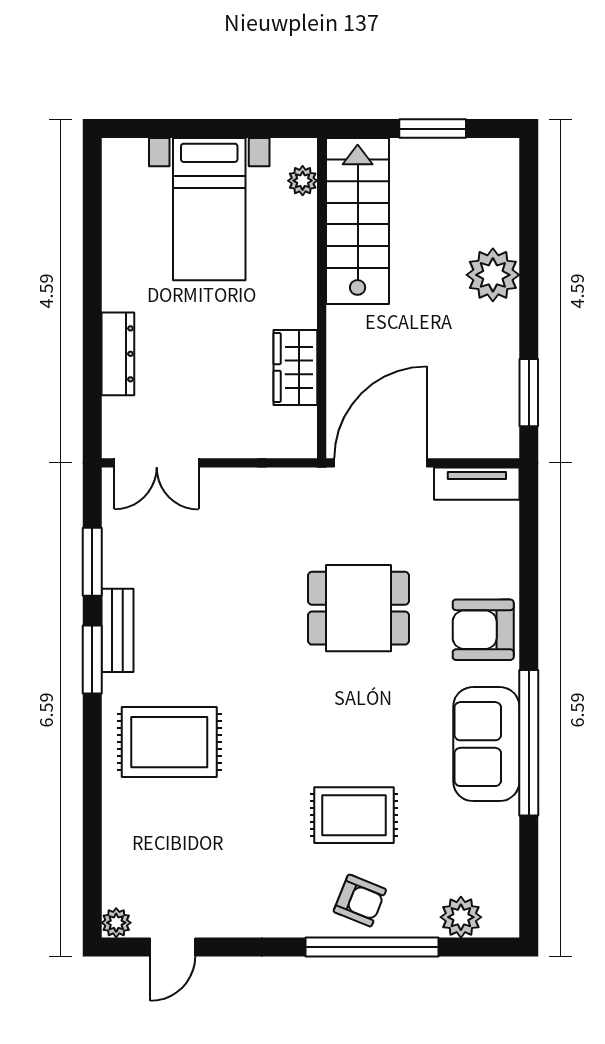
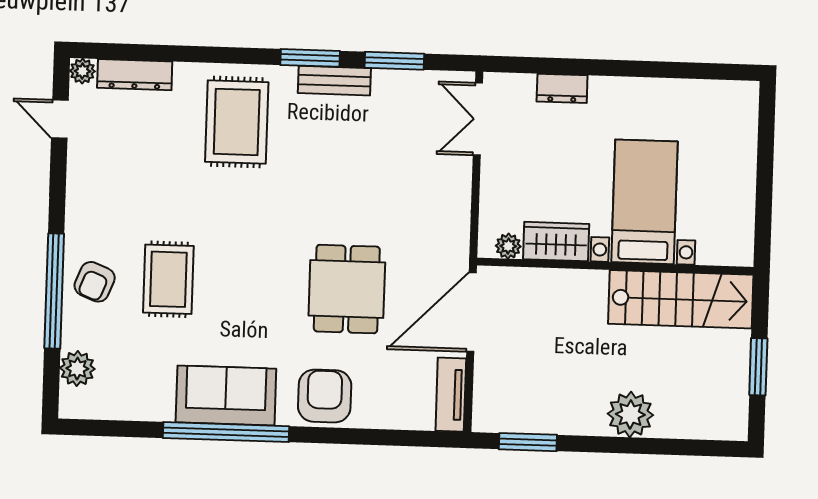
plant: (303, 181) -> (508, 246), moved
bed with nightstands: (209, 209) -> (645, 202), moved, turned 90
dresser: (118, 354) -> (562, 88), width x0.70
door: (380, 463) -> (471, 312), swing flipped
dresser: (118, 862) -> (135, 75), added

